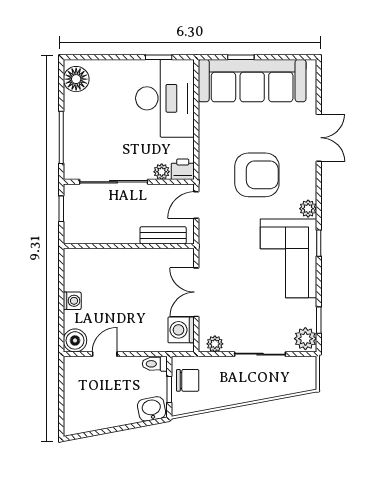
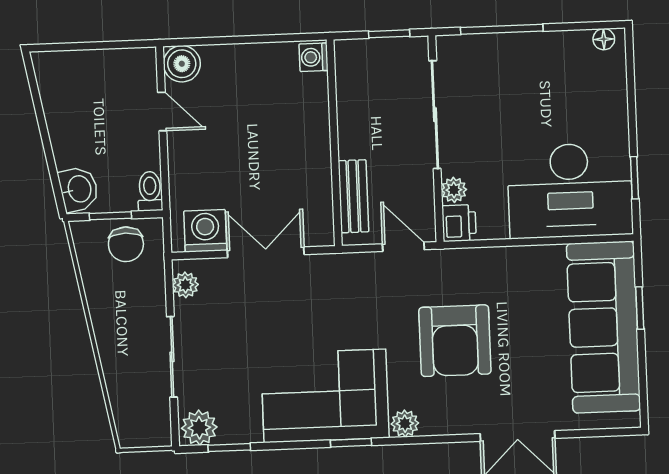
floor lamp: (76, 79) -> (604, 39), width x0.53, depth x0.53
washing machine: (72, 301) -> (314, 57), moved, turned 90

